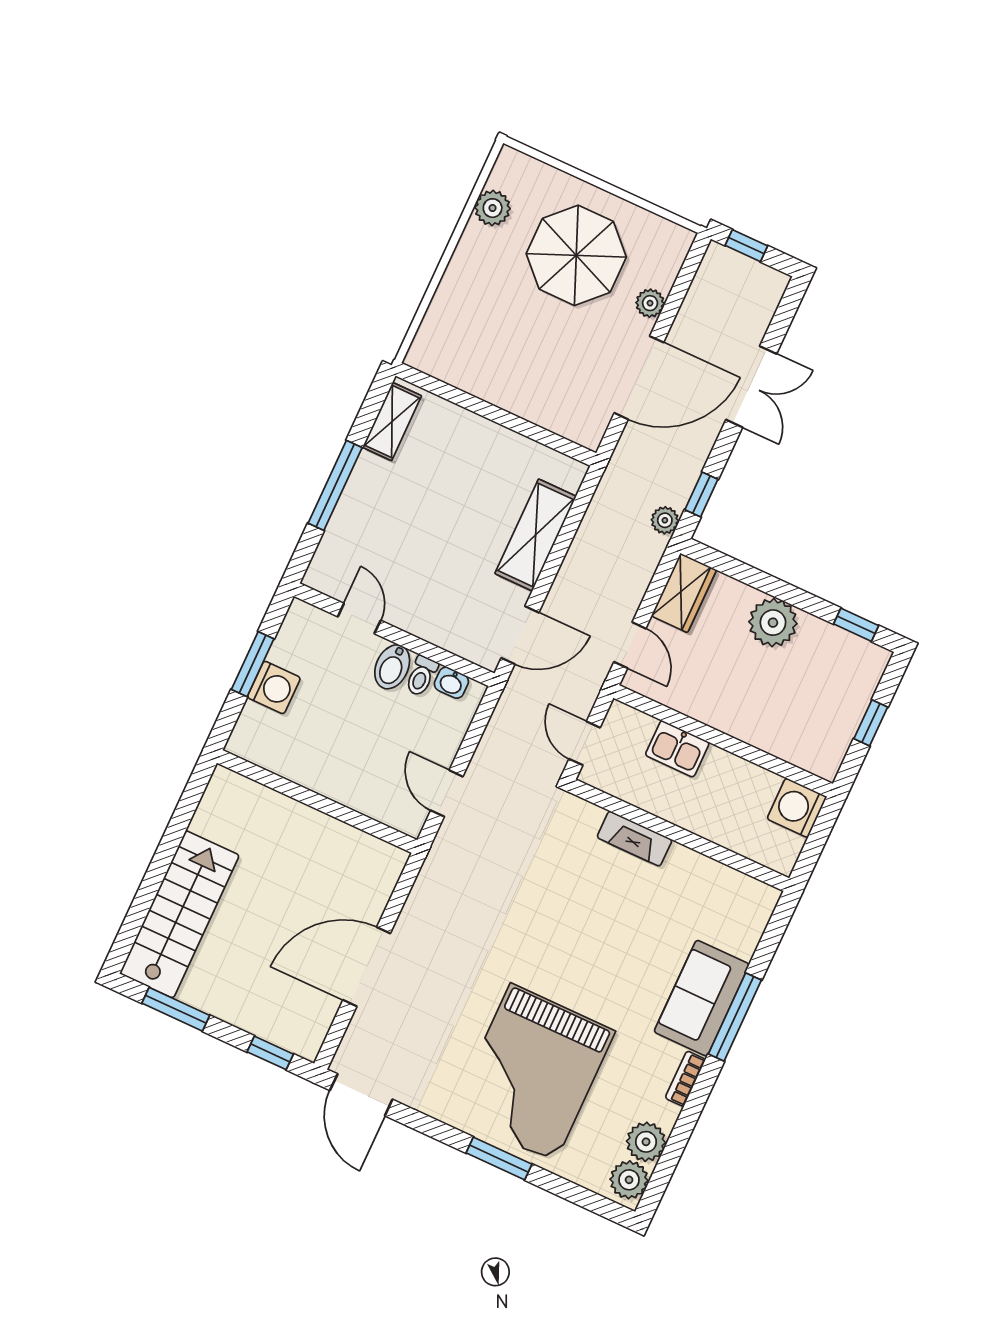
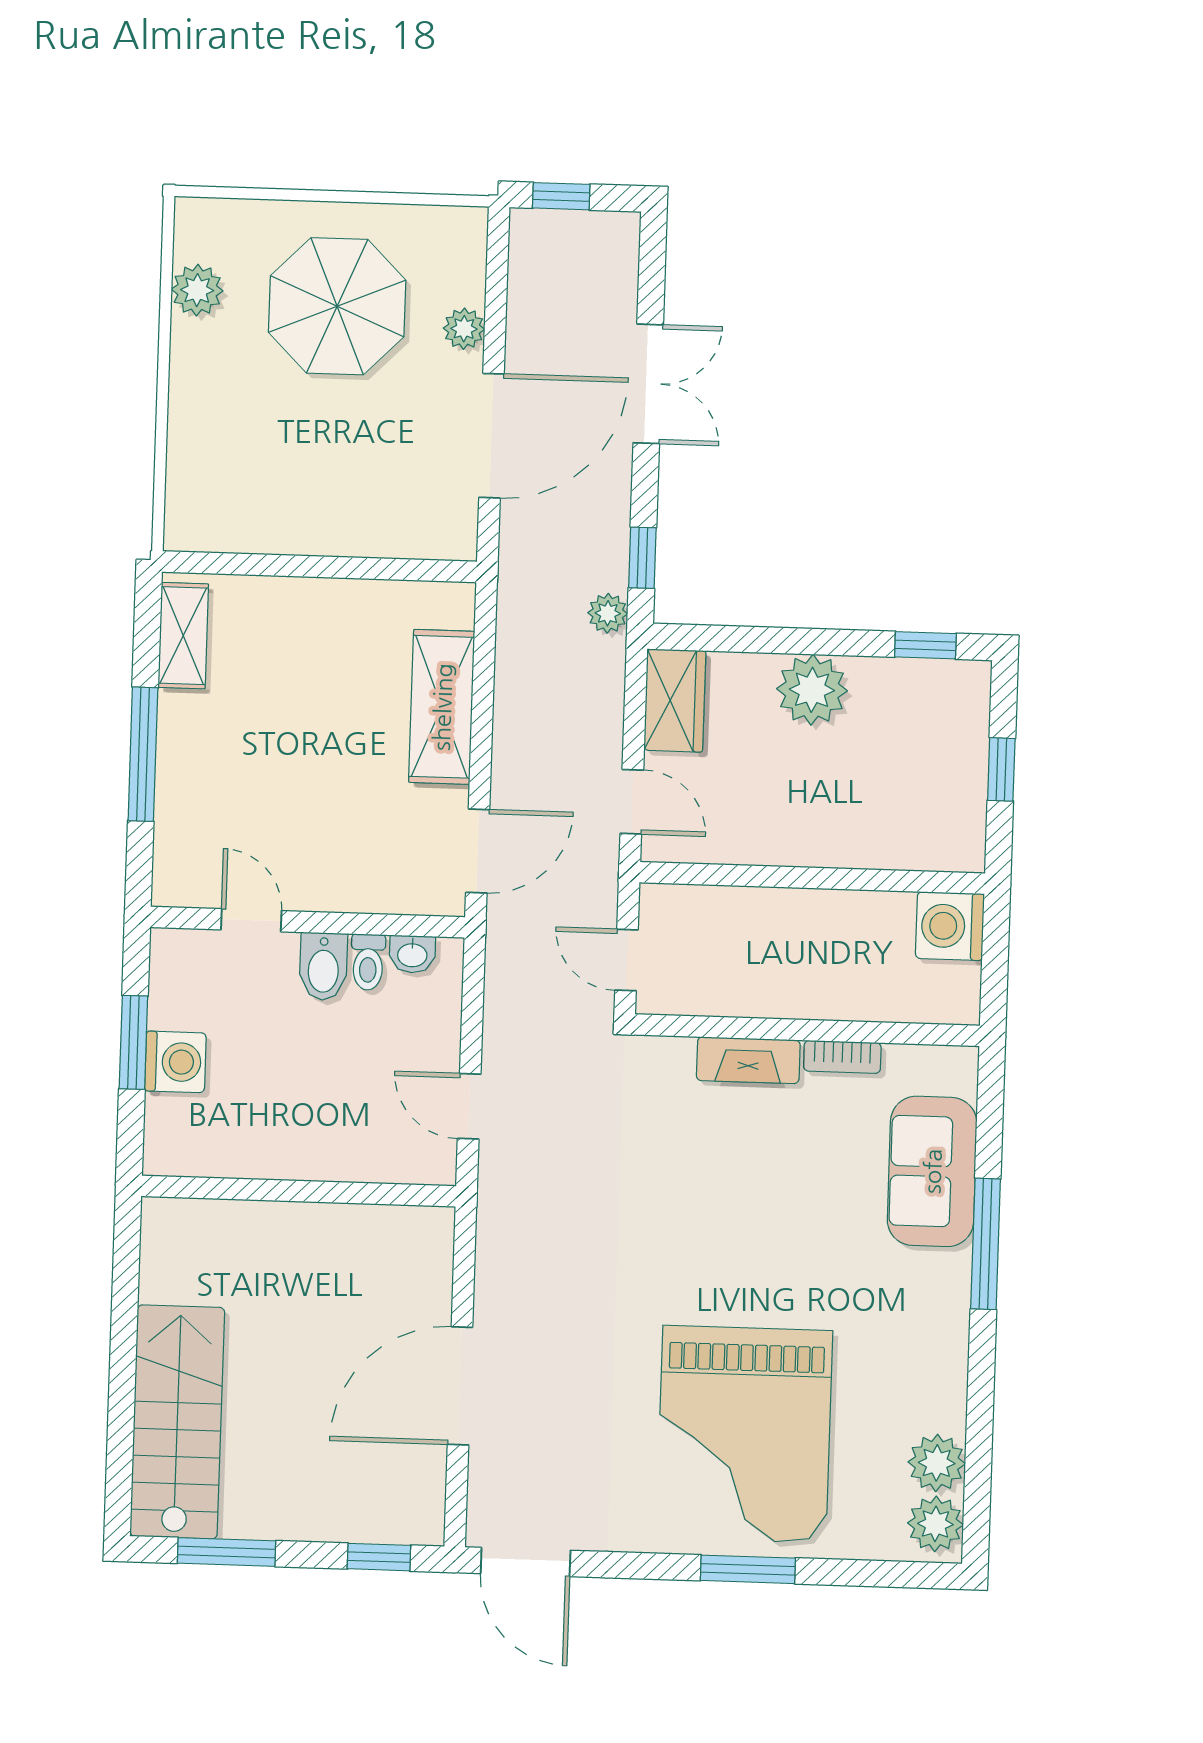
kitchen sink: (677, 749) -> (755, 915), removed
sofa: (702, 998) -> (932, 1171), moved
bookcase: (685, 1079) -> (842, 1057), moved, turned -90

